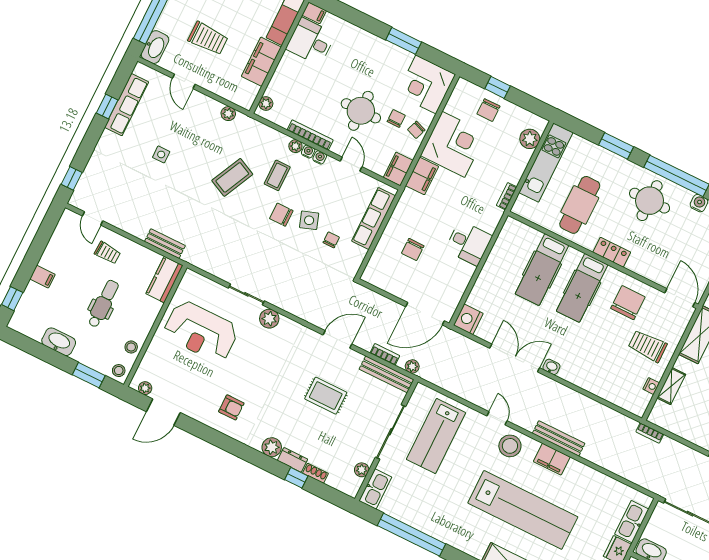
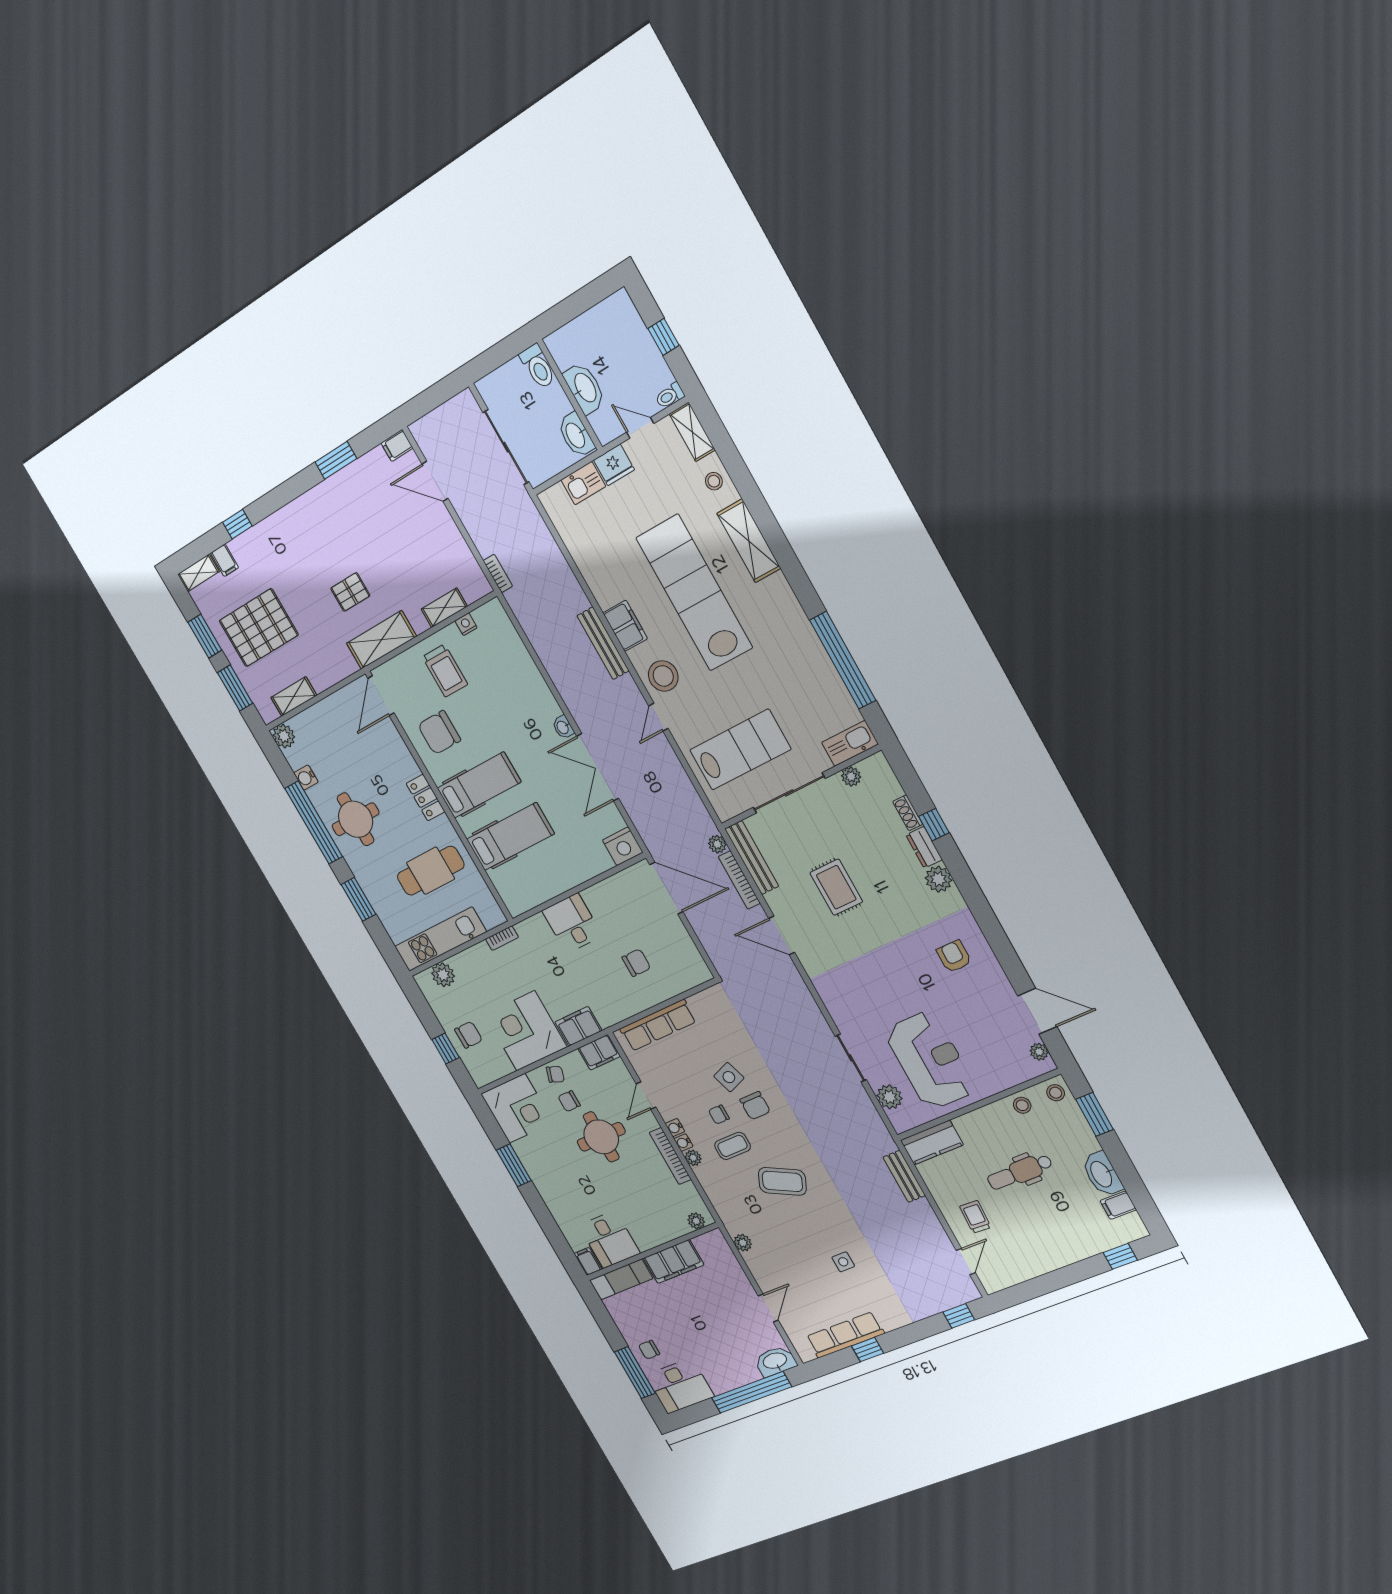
trolley: (208, 38) -> (714, 1325), removed
chair: (331, 240) -> (719, 1115), moved
filing cabinet: (42, 277) -> (1118, 1205), moved, turned -90
plant: (269, 319) -> (890, 1097), moved
bookcase: (385, 354) -> (739, 880), width x1.56
kitchen sink: (632, 522) -> (583, 483), width x0.73

